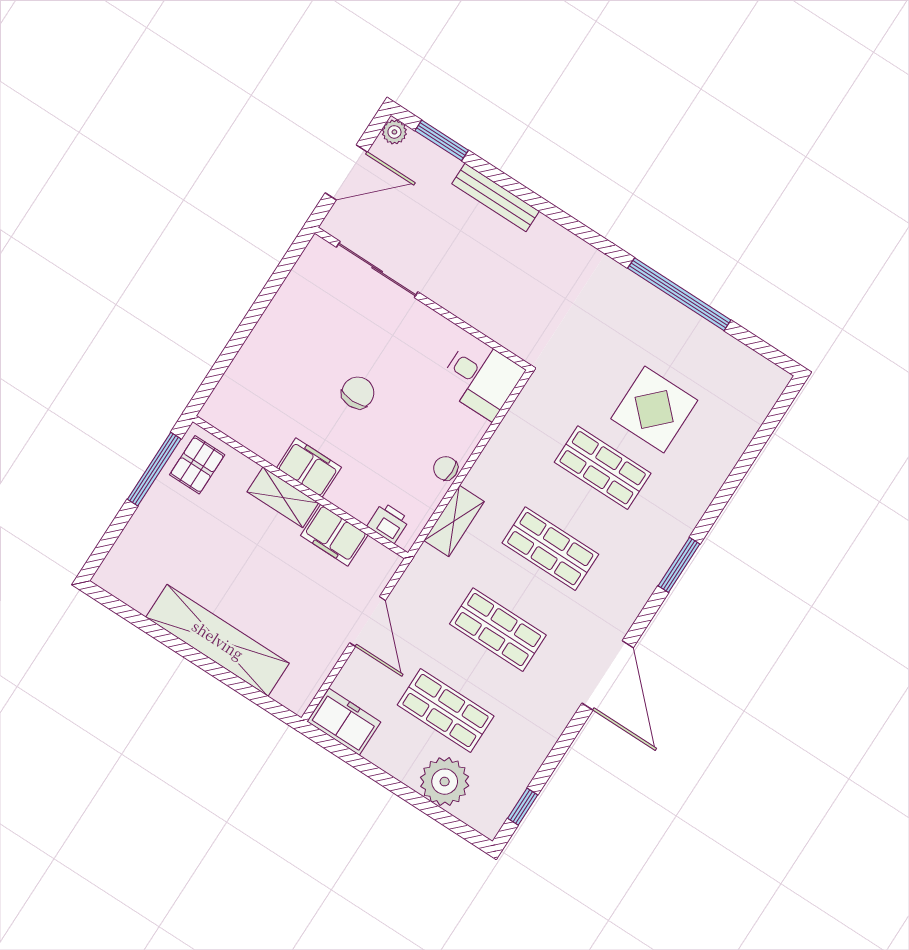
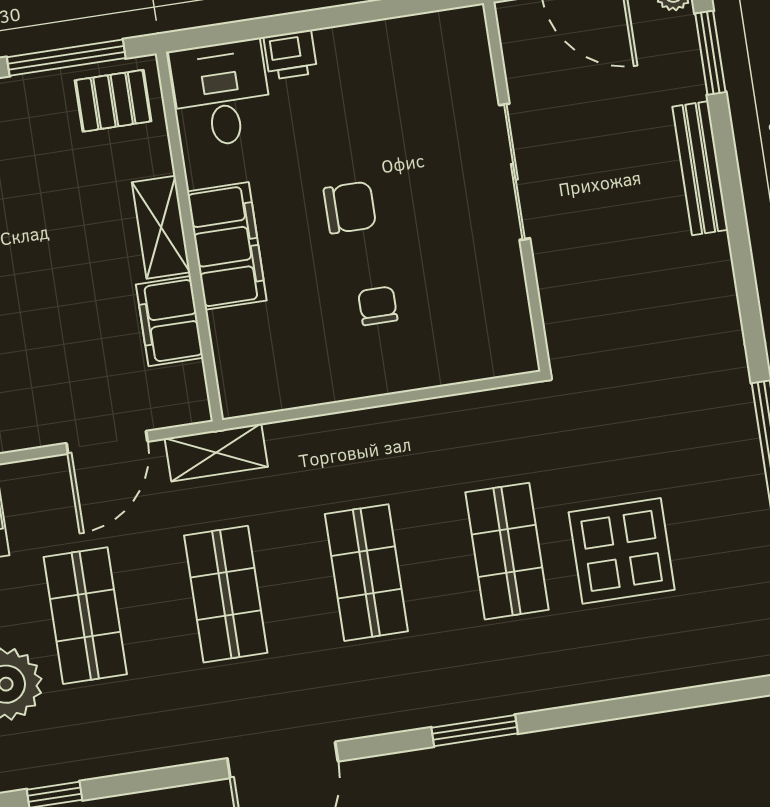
sliding door: (377, 270) -> (514, 172), moved
desk: (481, 378) -> (221, 94), moved, turned 180
filing cabinet: (309, 468) -> (227, 246), width x1.50, depth x1.17
chair: (446, 468) -> (378, 306), moved
shelving: (454, 521) -> (216, 453), moved
printer: (388, 523) -> (290, 55), moved, turned 90

